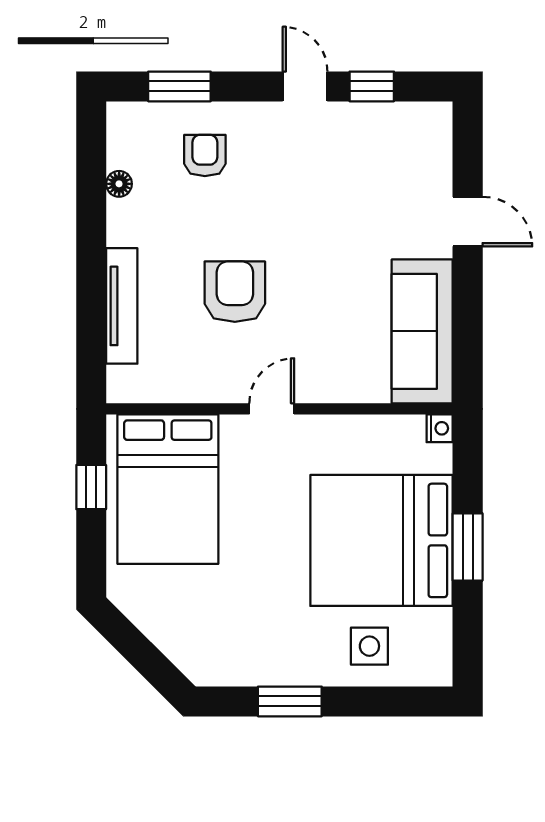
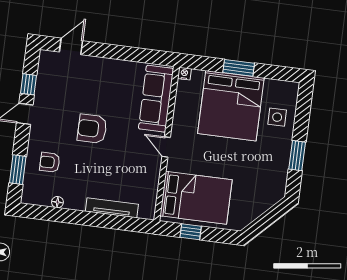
door: (468, 222) -> (71, 46), moved
armchair: (235, 292) -> (92, 129), moved
sofa: (422, 331) -> (156, 99), moved, turned 90

